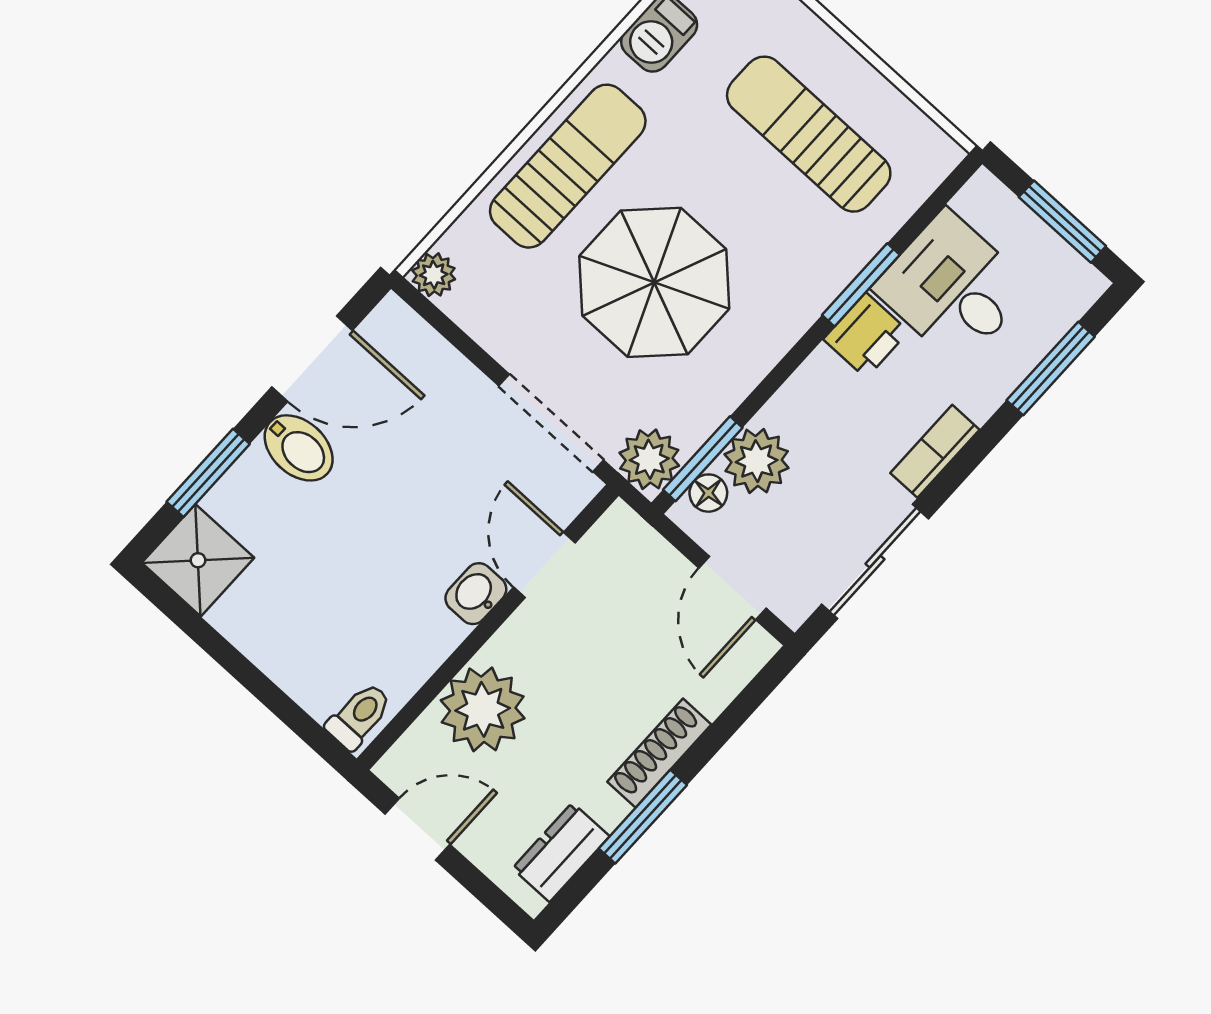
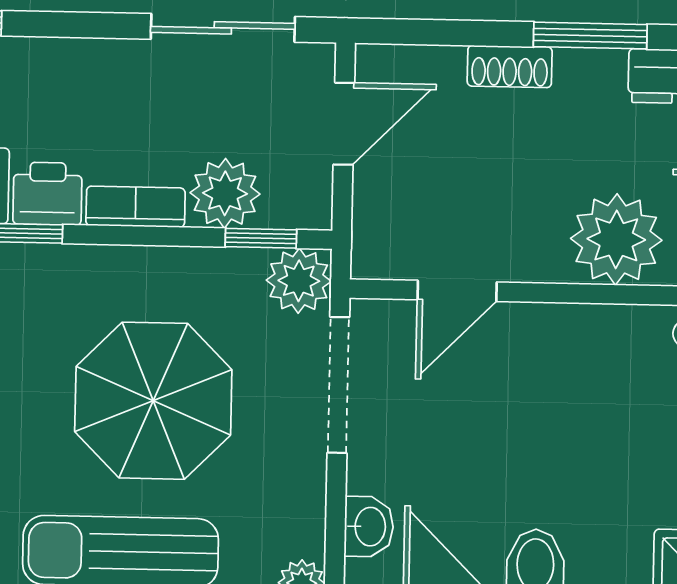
bookcase: (935, 451) -> (136, 207), moved, turned 180
window: (703, 459) -> (261, 238), width x0.67
floor lamp: (708, 493) -> (285, 210), removed
washbasin: (476, 594) -> (369, 527), moved, turned -90
shoe rack: (659, 753) -> (510, 66), width x0.70

